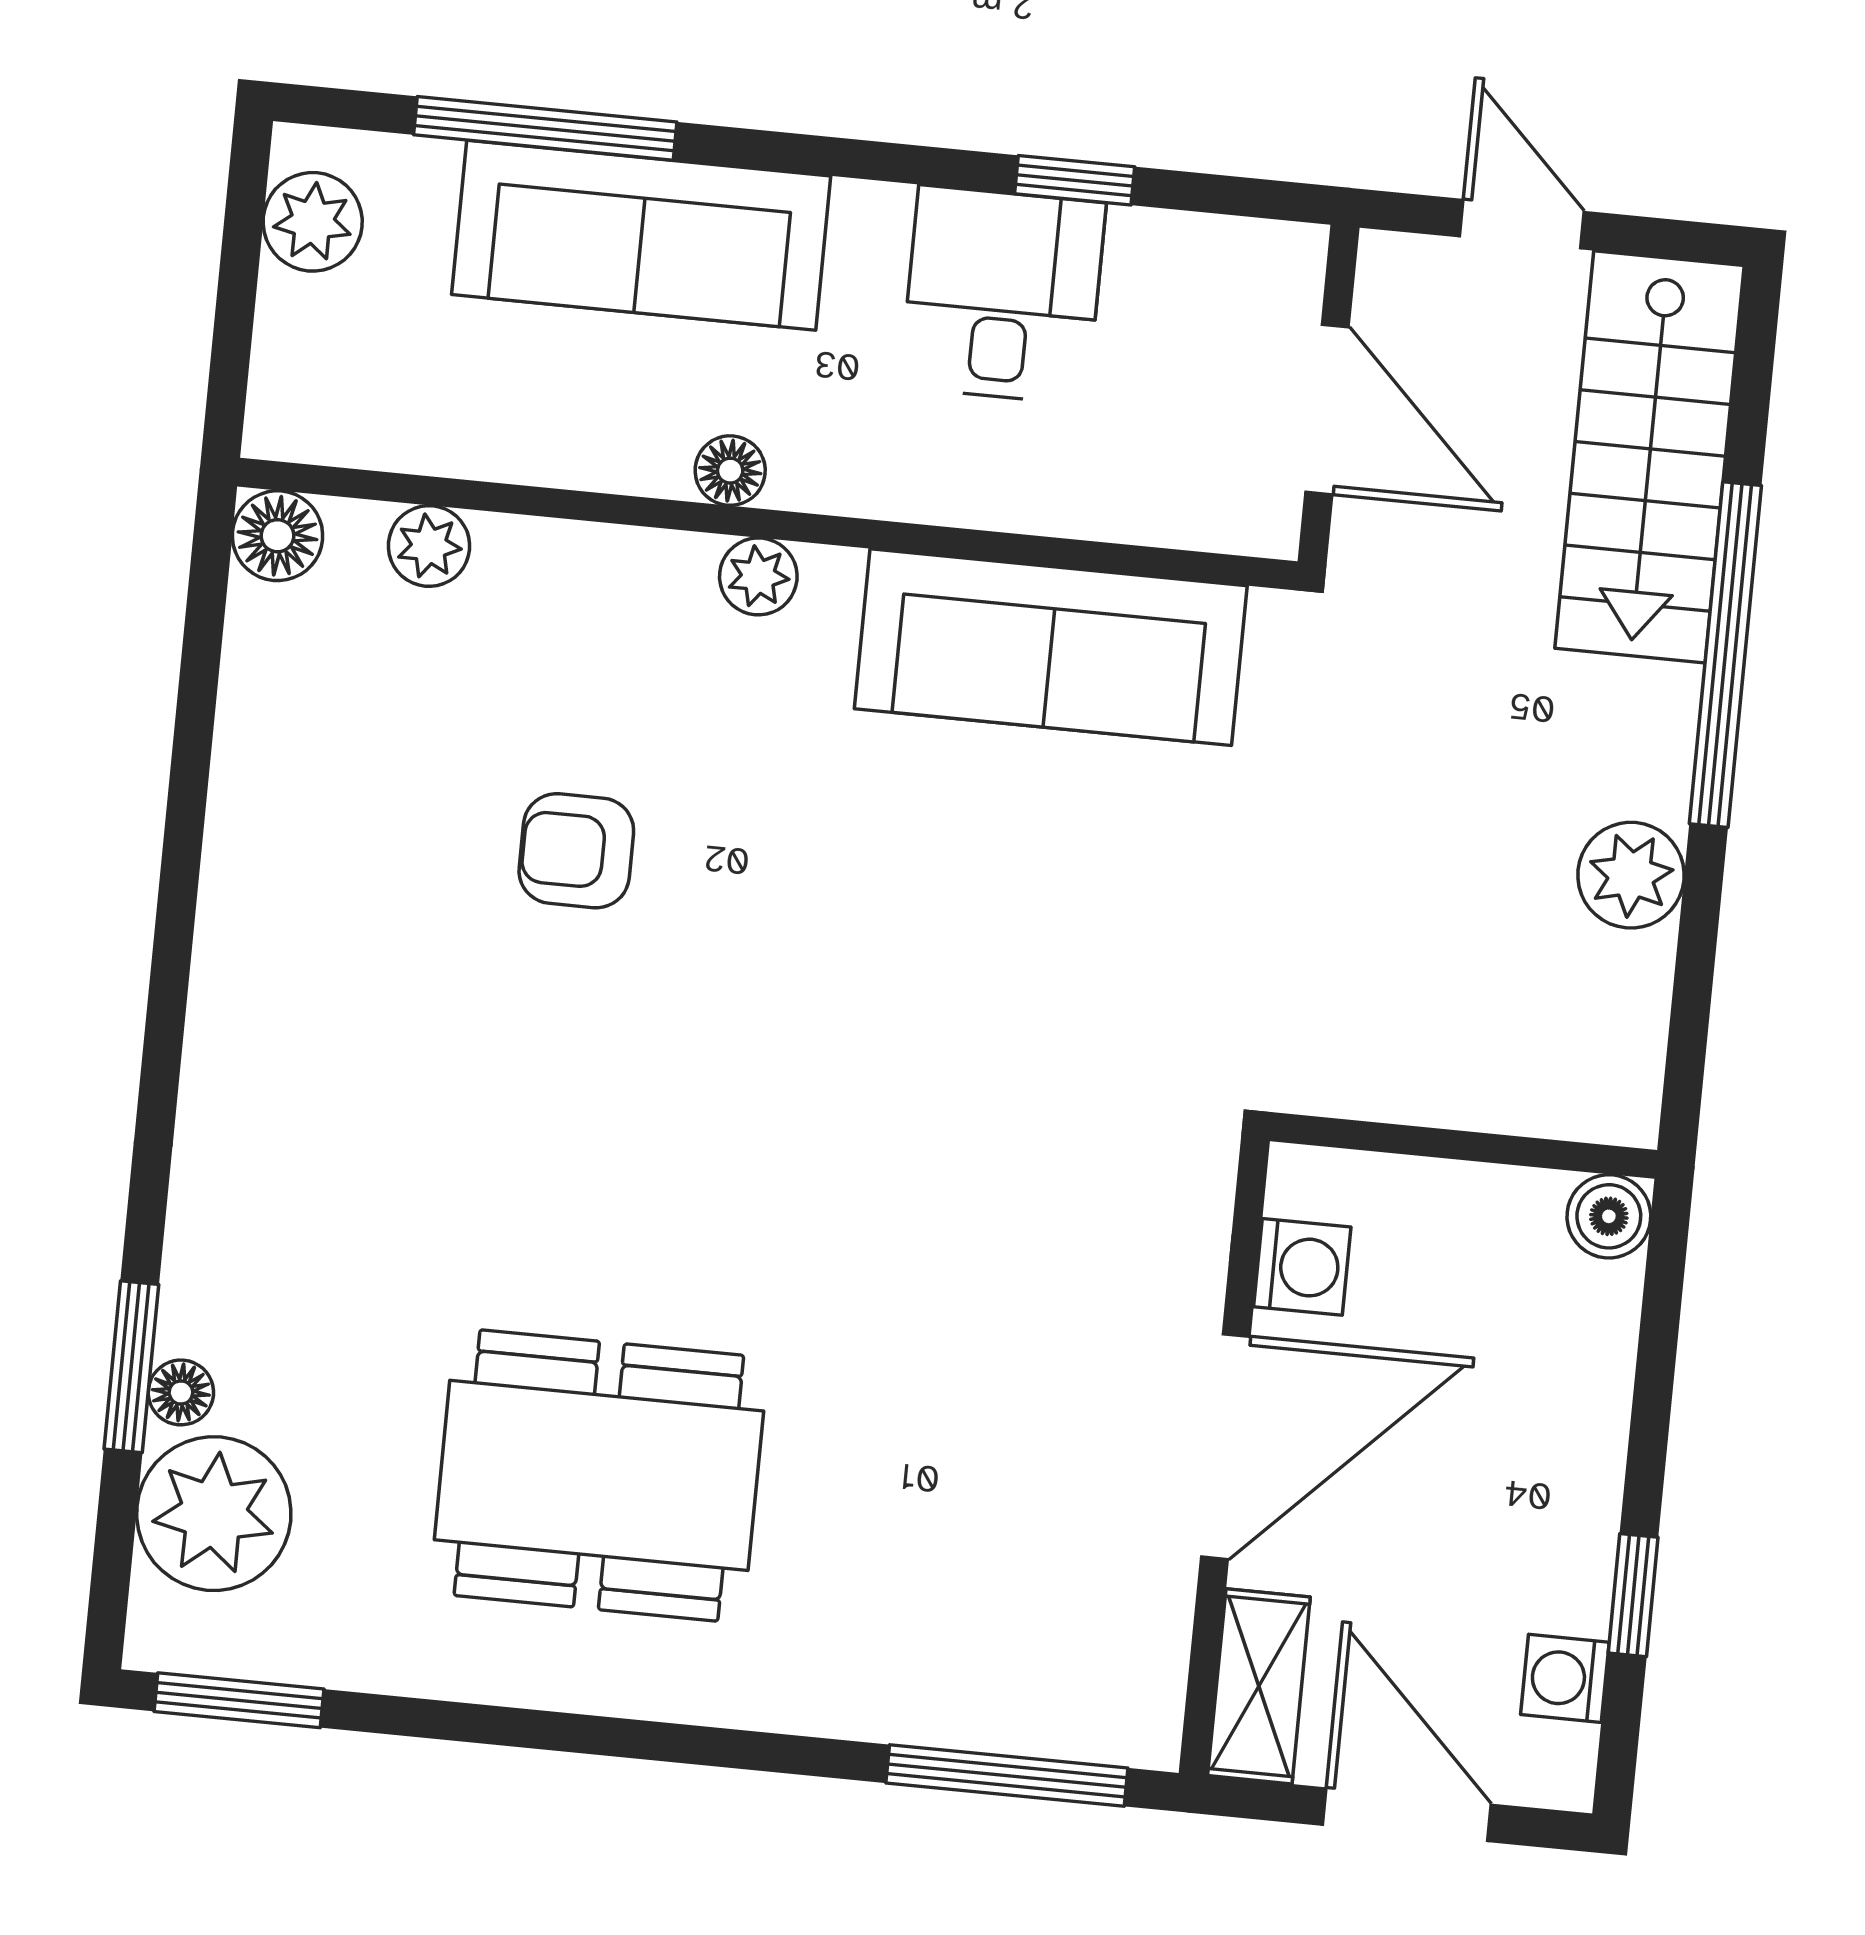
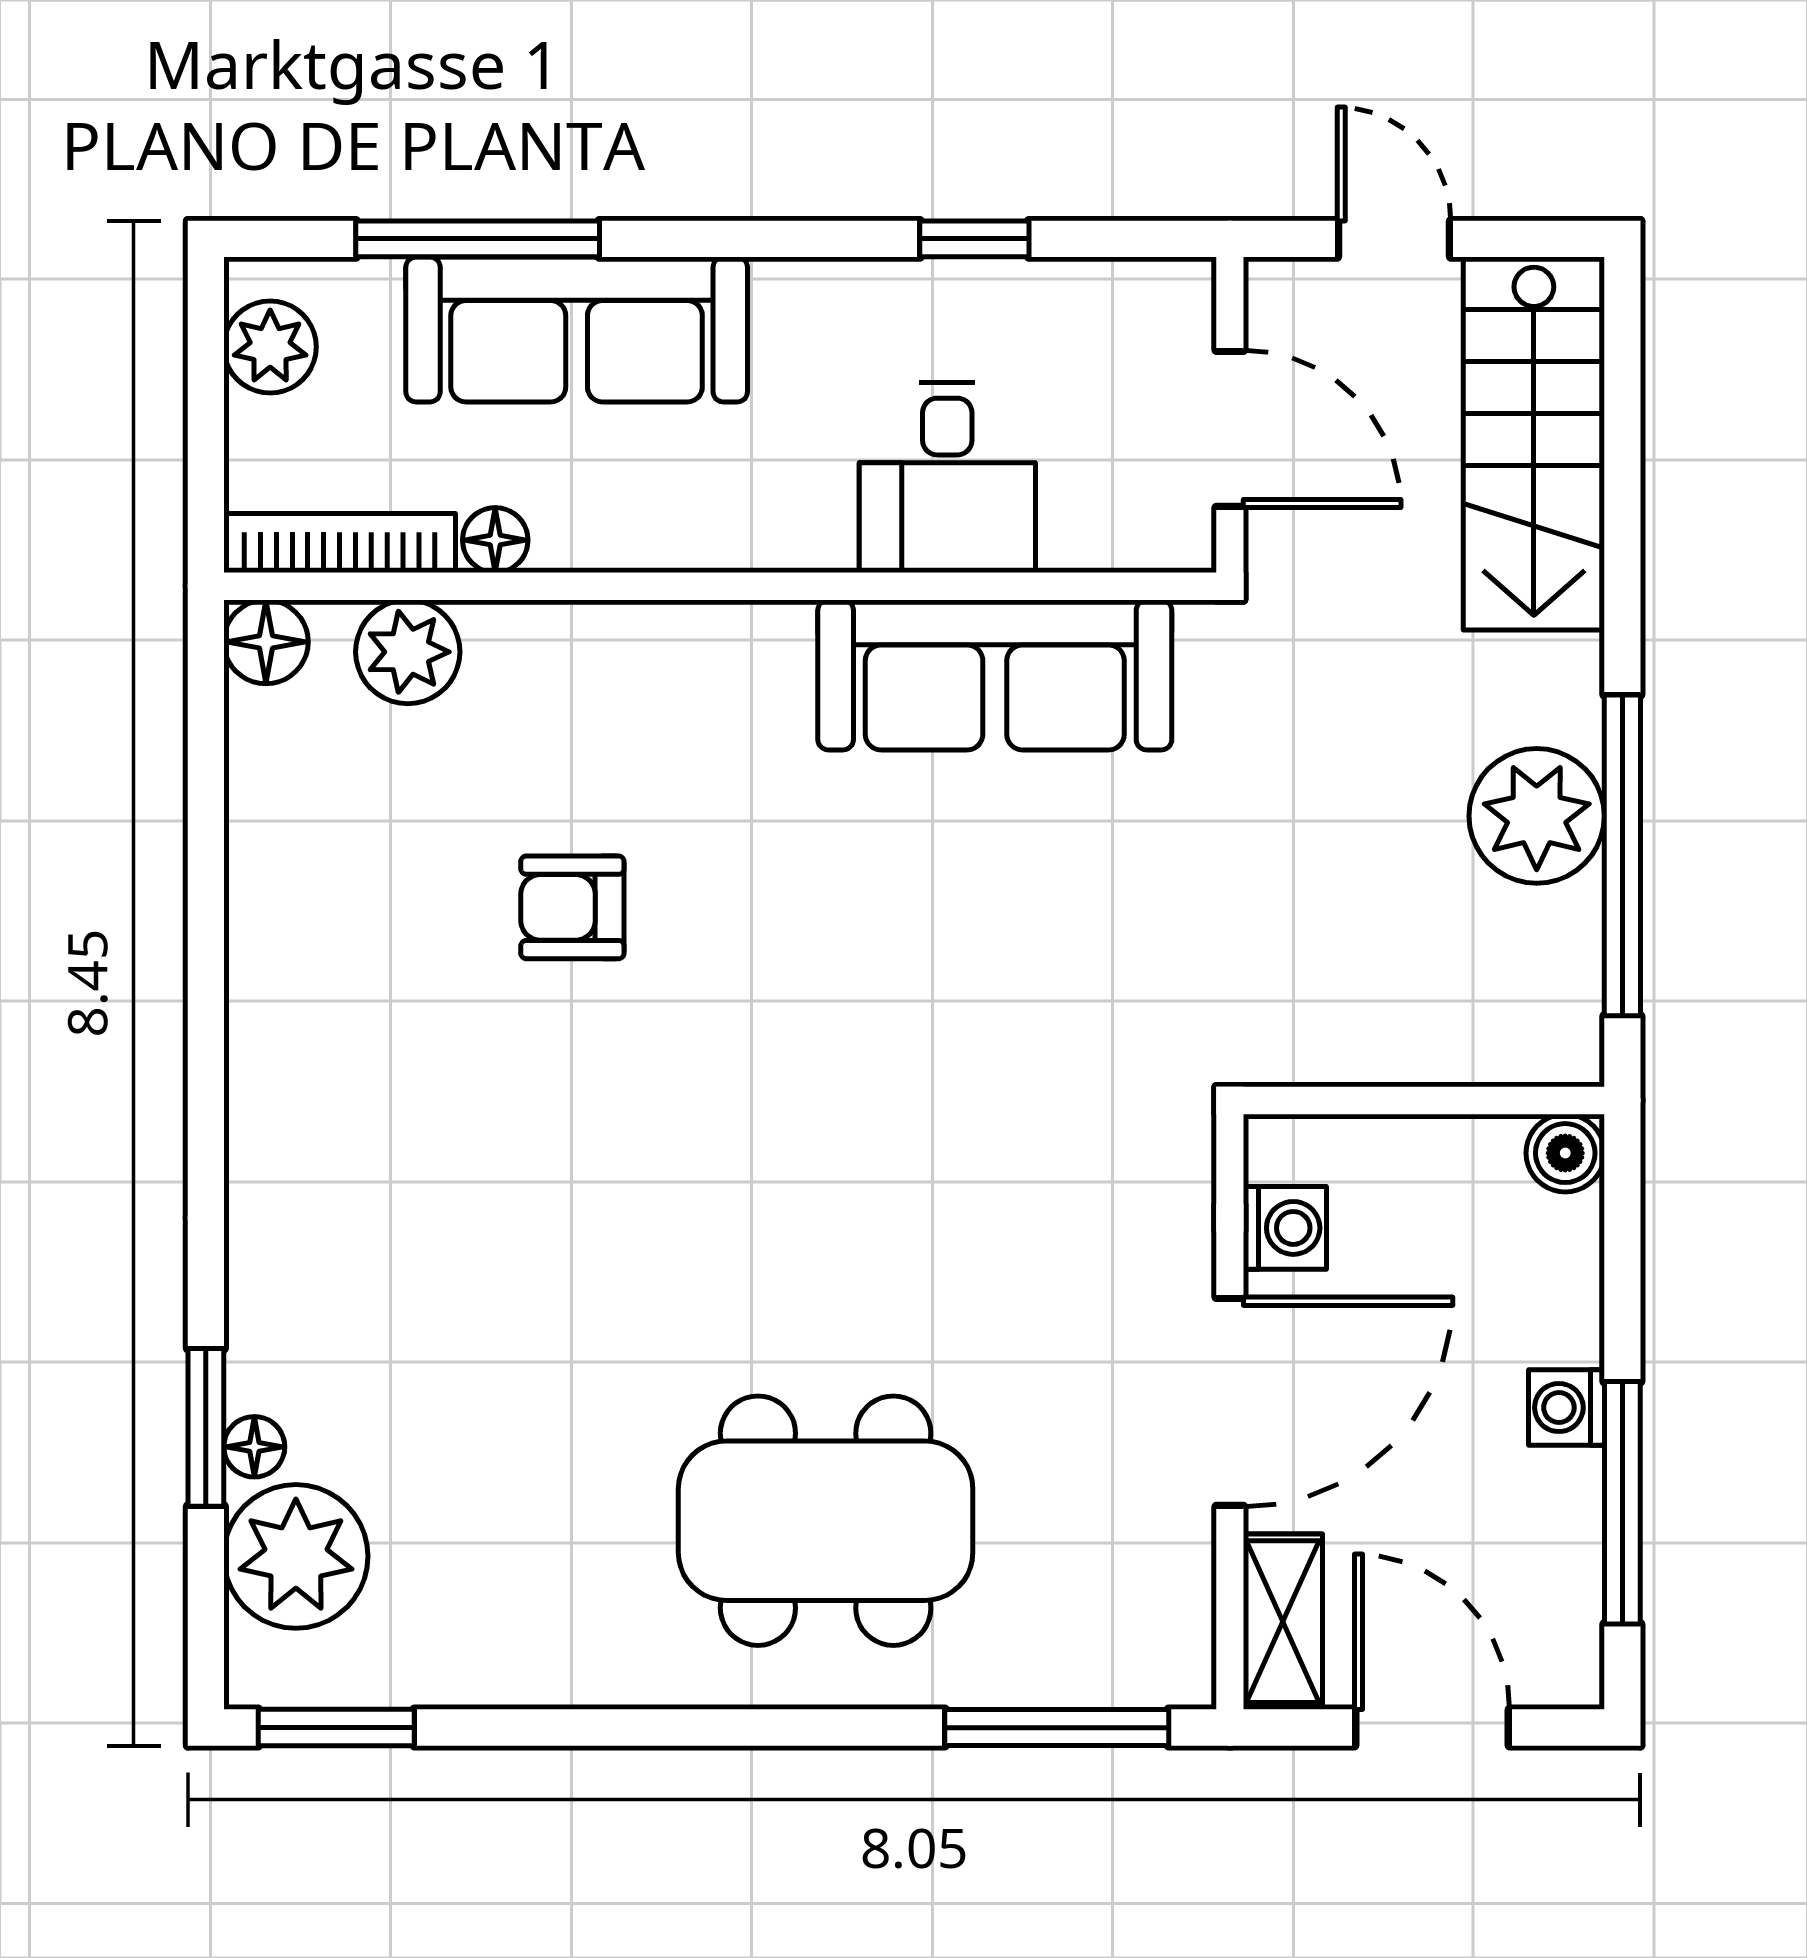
desk: (1003, 295) -> (947, 478), moved, turned 180
bookcase: (366, 438) -> (340, 543), added
floor lamp: (730, 471) -> (495, 540), moved
plant: (429, 546) -> (408, 652), width x1.38, depth x1.38
plant: (758, 576) -> (717, 636), removed
window: (1725, 655) -> (1622, 855), moved
plant: (1631, 875) -> (1537, 816), width x1.36, depth x1.36
dining table: (599, 1475) -> (826, 1521), moved
window: (1633, 1595) -> (1622, 1503), width x2.17
washing machine: (1565, 1678) -> (1566, 1408), moved

